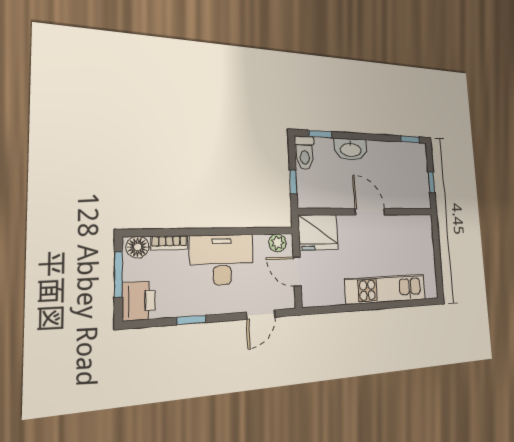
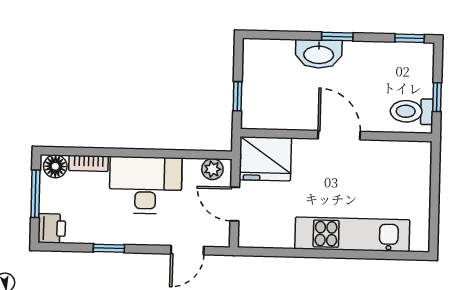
window: (320, 134) -> (337, 37), moved
toilet: (305, 153) -> (412, 111), moved, turned 90
printer: (139, 301) -> (52, 228), width x0.73, depth x0.81

